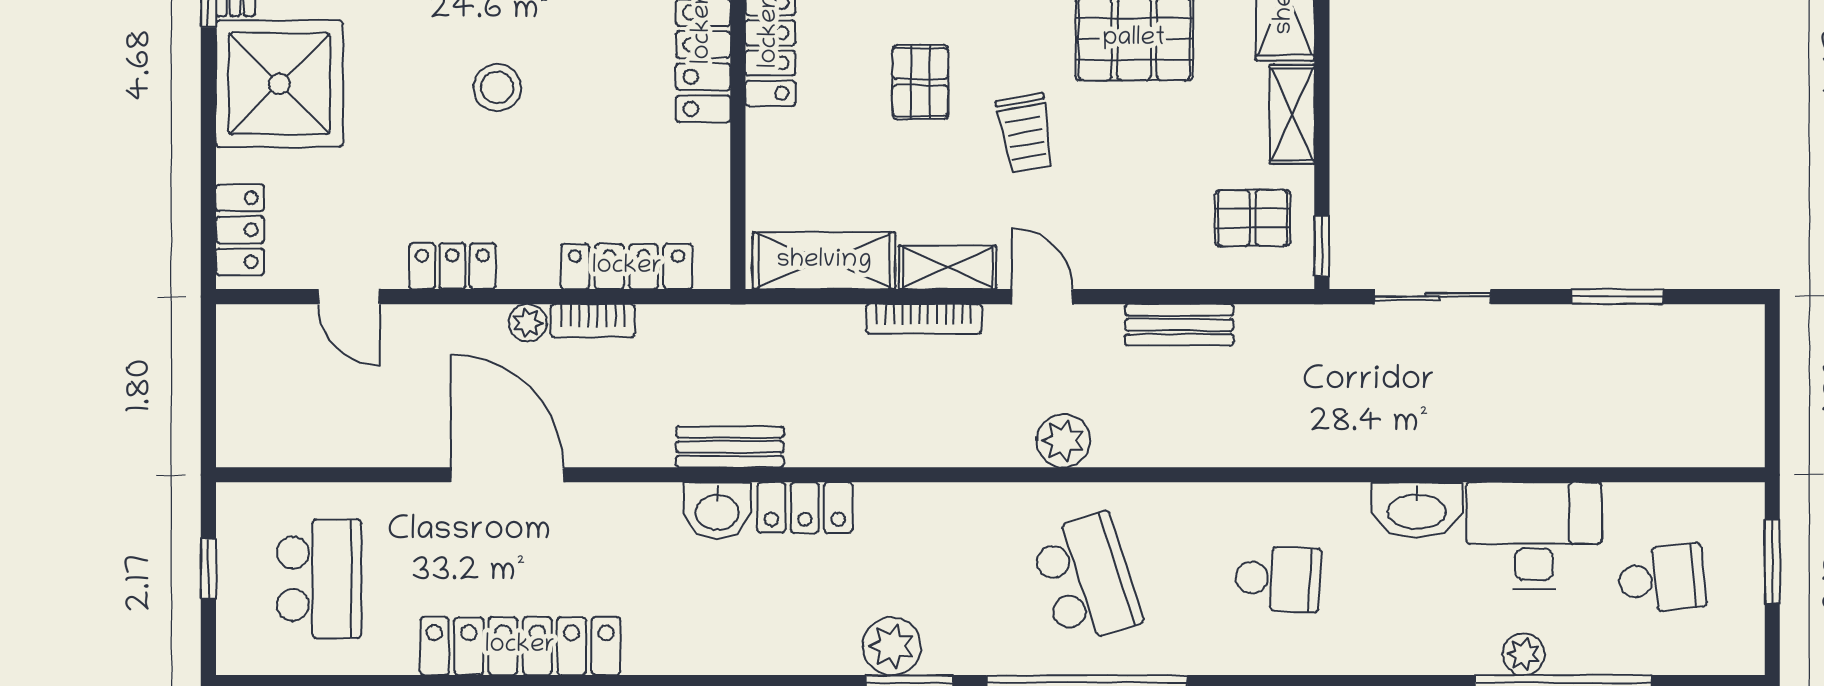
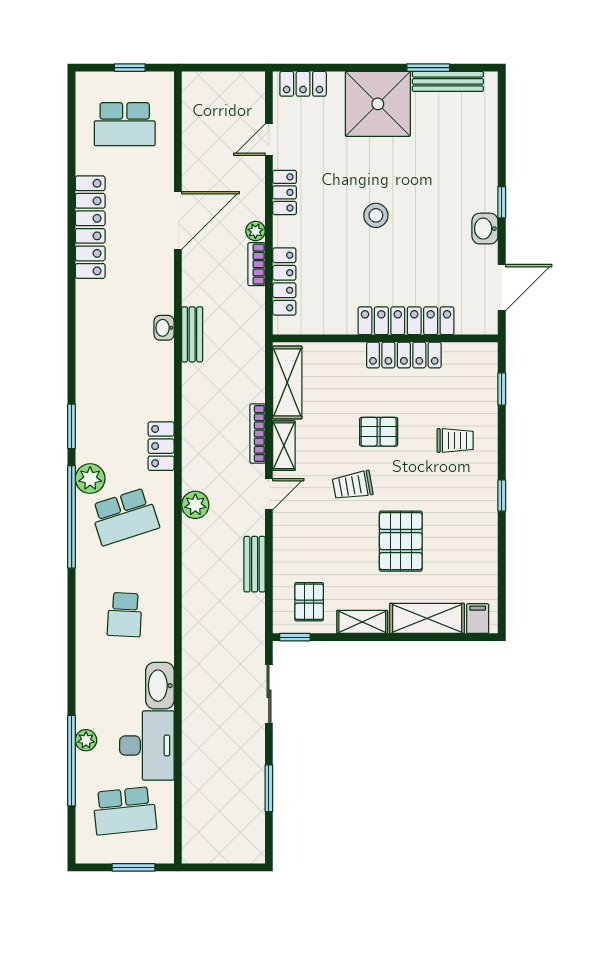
locker: (805, 508) -> (161, 446), moved
washbasin: (717, 511) -> (164, 328), width x0.72, depth x0.69
school desk: (1662, 579) -> (125, 811), width x1.85
plant: (892, 646) -> (90, 479), moved

